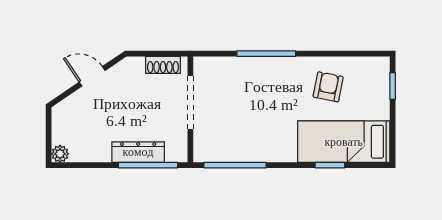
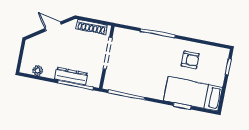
shoe rack: (163, 65) -> (92, 27), width x1.43
armchair: (328, 87) -> (190, 60), turned 79
plant: (60, 154) -> (38, 71), moved

